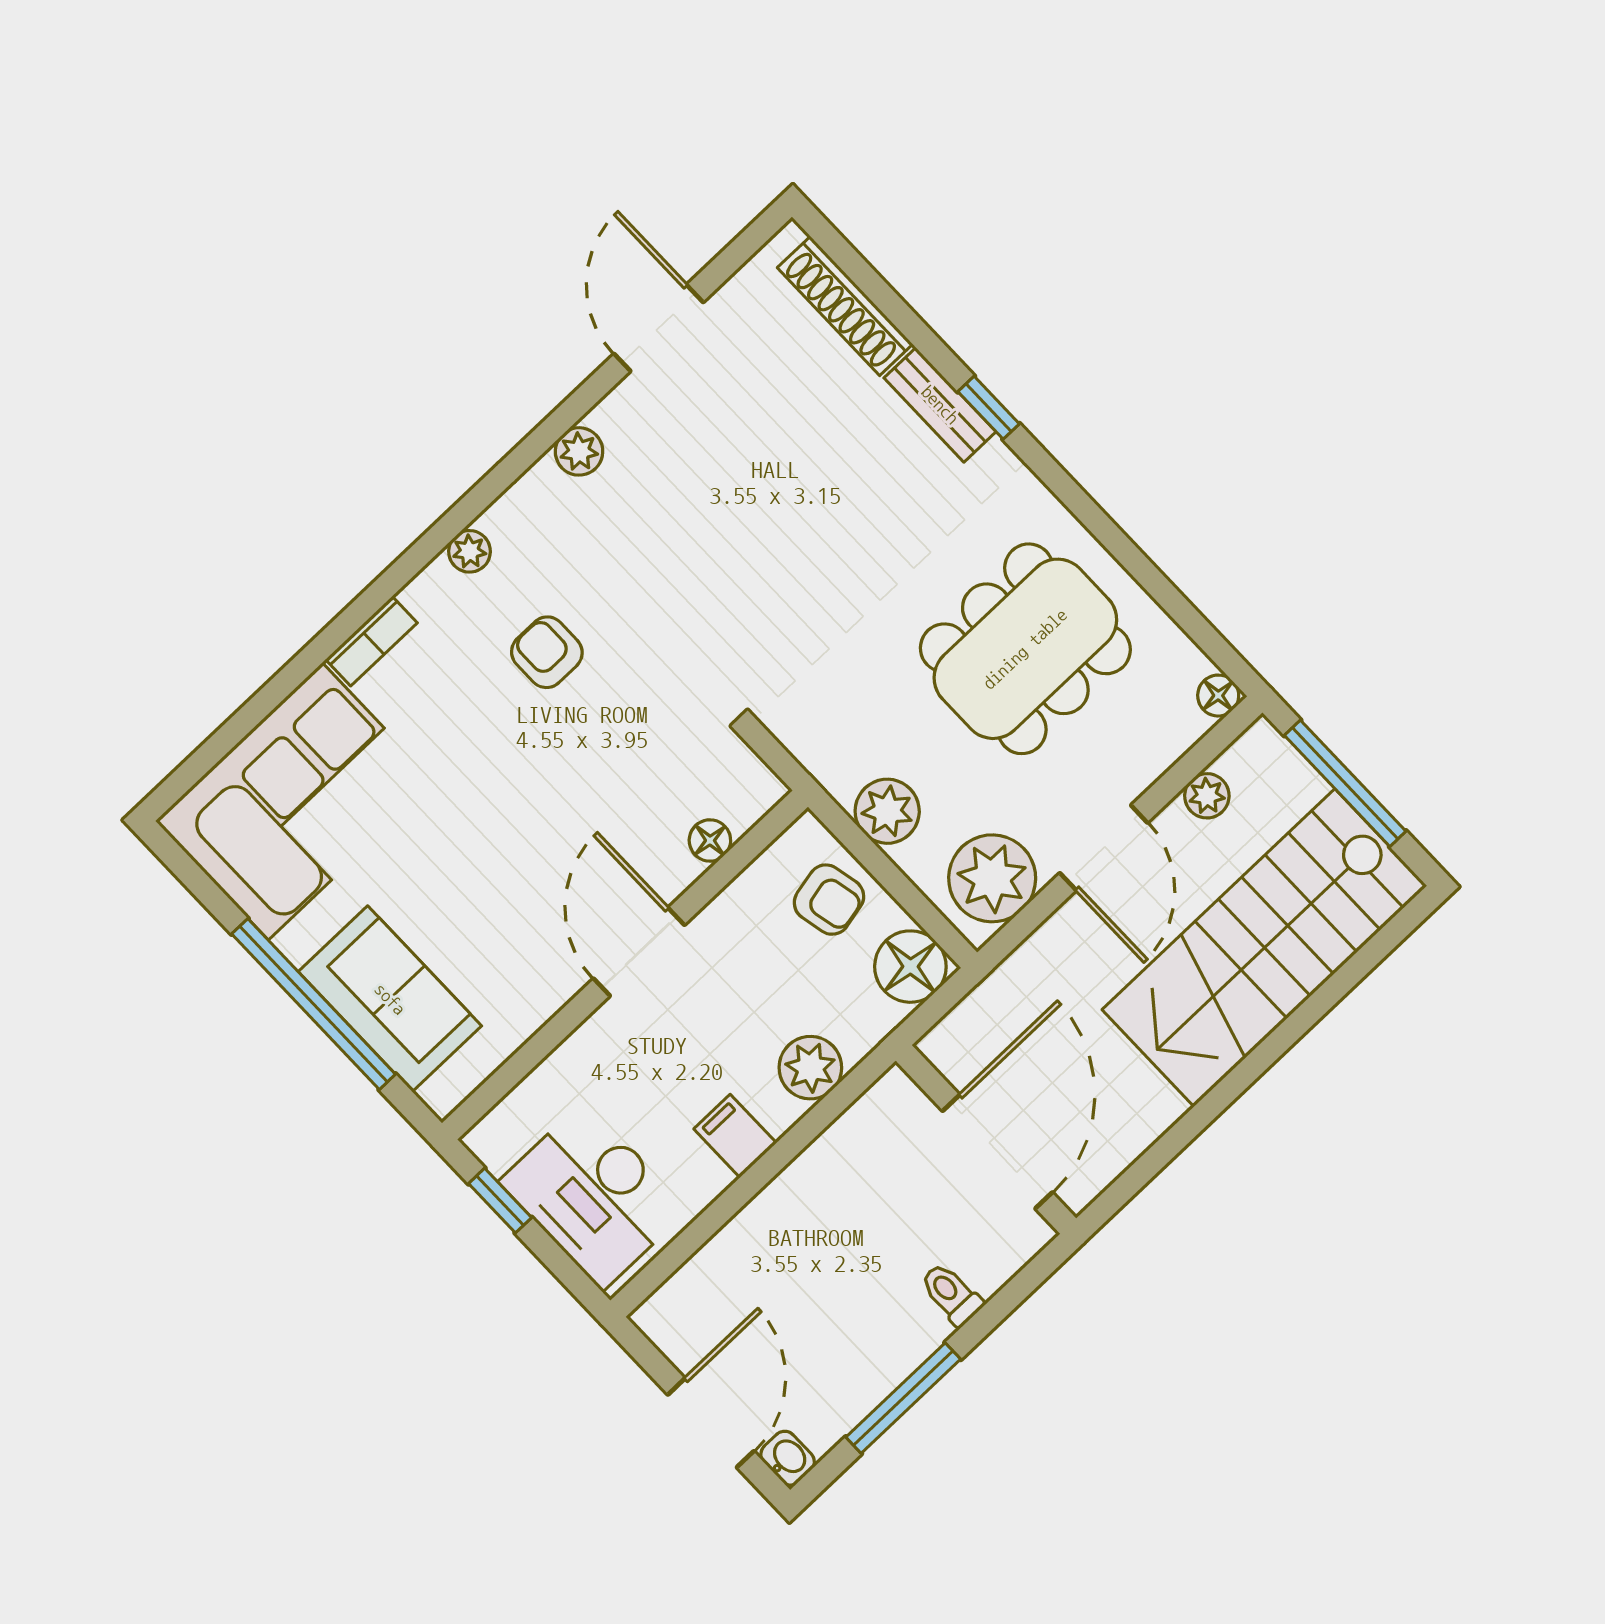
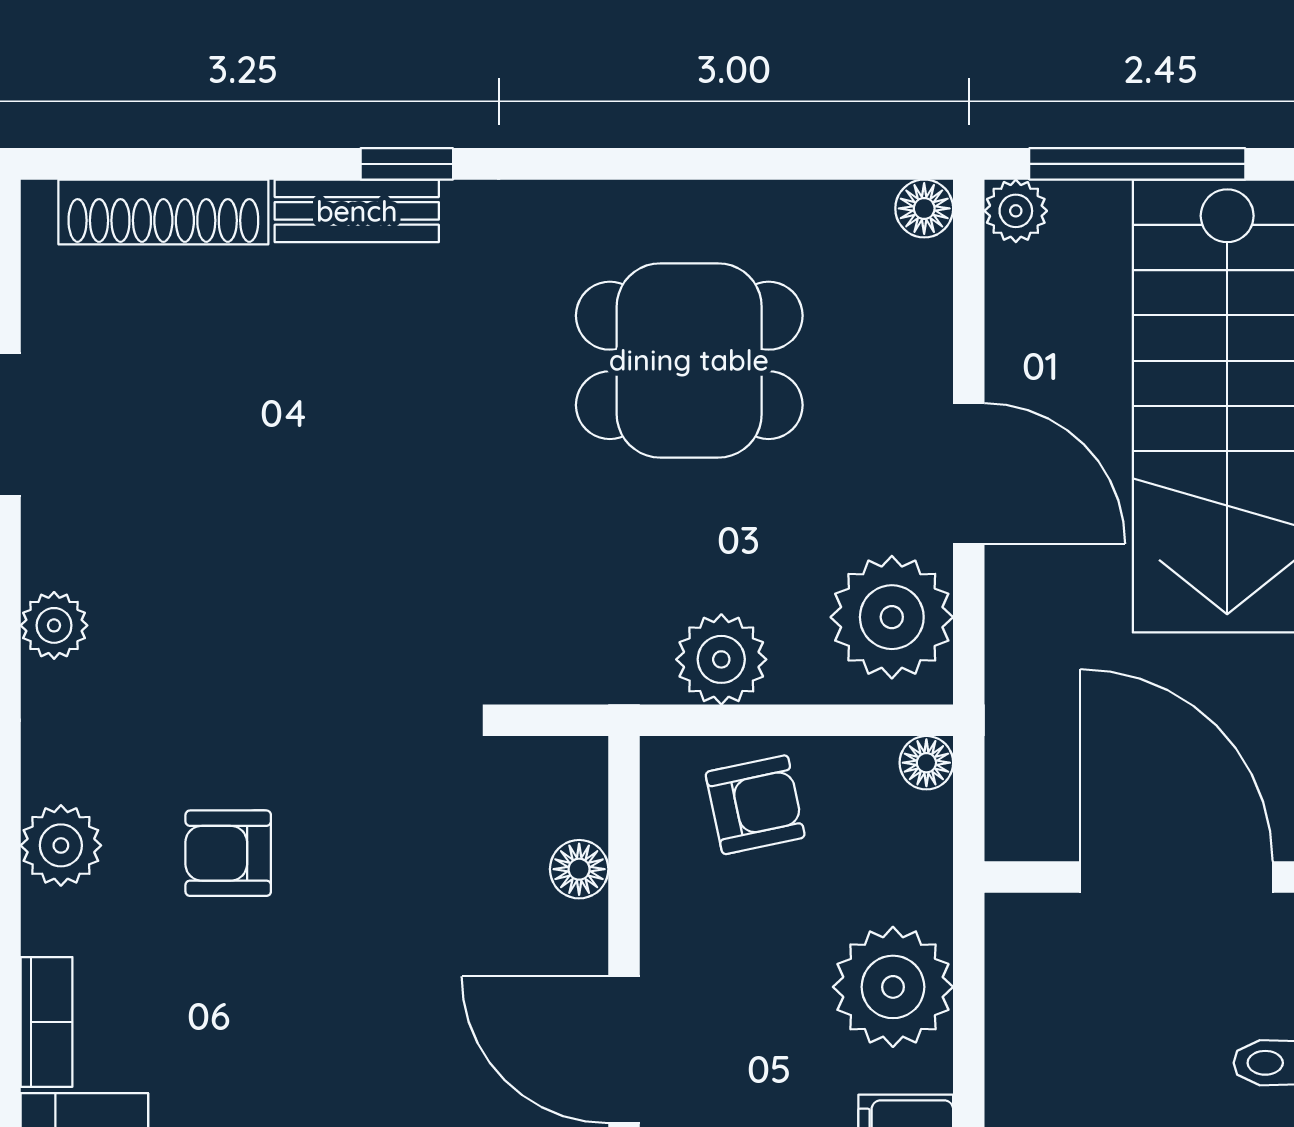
plant: (470, 551) -> (61, 845), width x1.38, depth x1.38
dining table: (1025, 649) -> (689, 360), width x0.73
plant: (1207, 796) -> (1016, 211), moved
floor lamp: (910, 967) -> (926, 763), width x0.53, depth x0.53
plant: (810, 1068) -> (893, 987), width x1.36, depth x1.36

